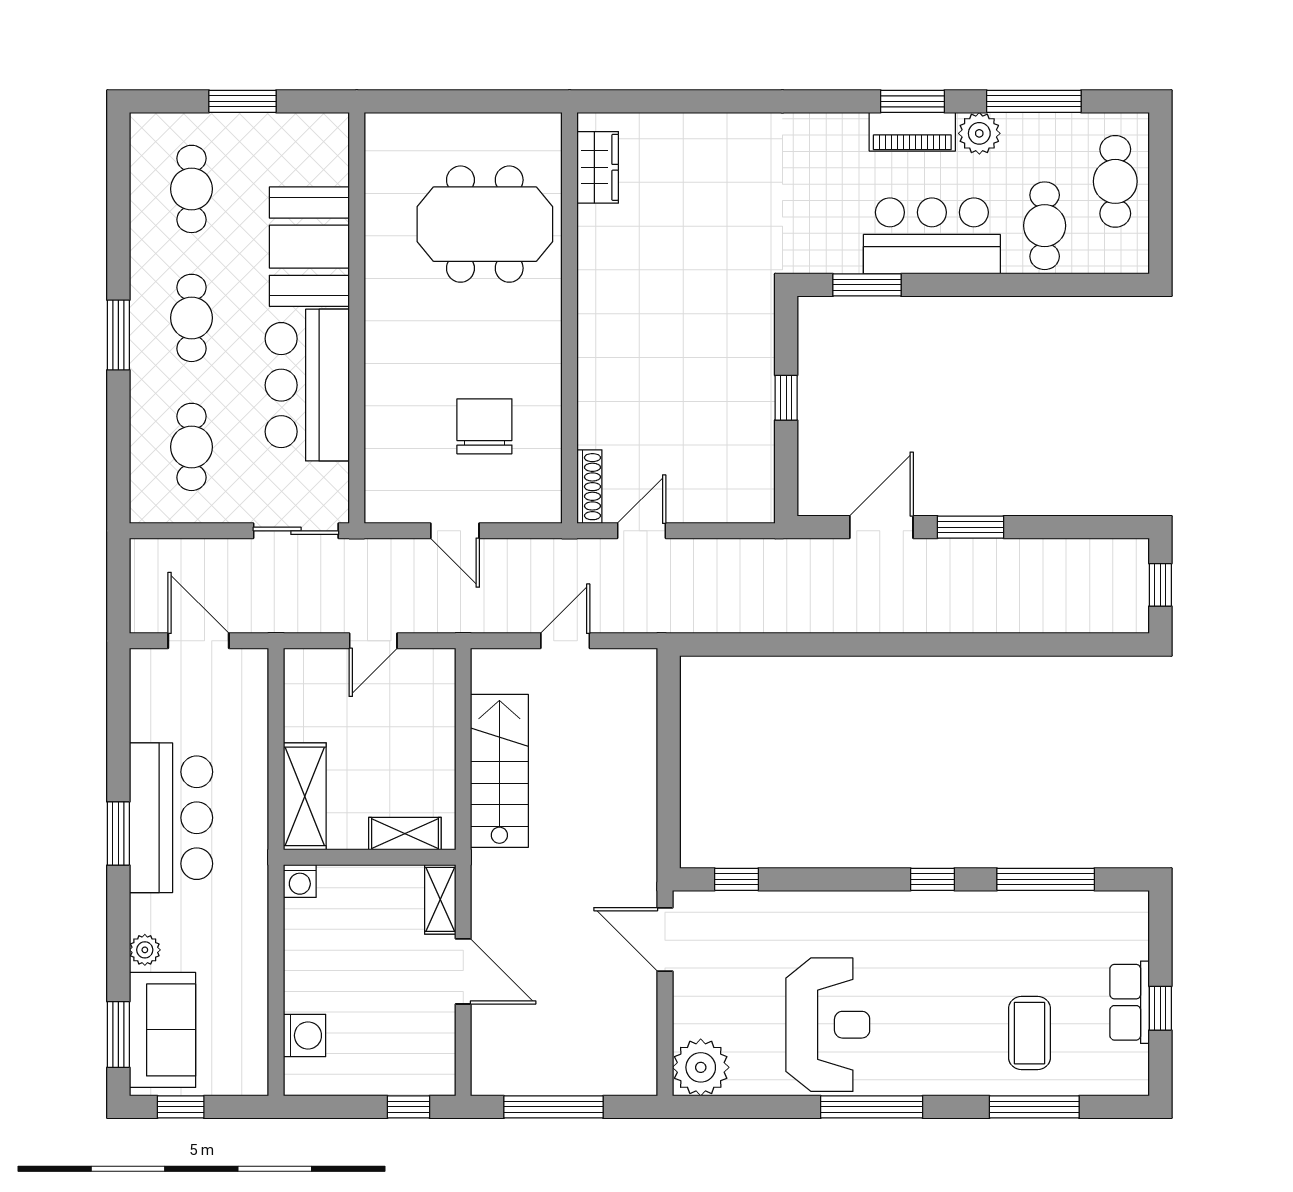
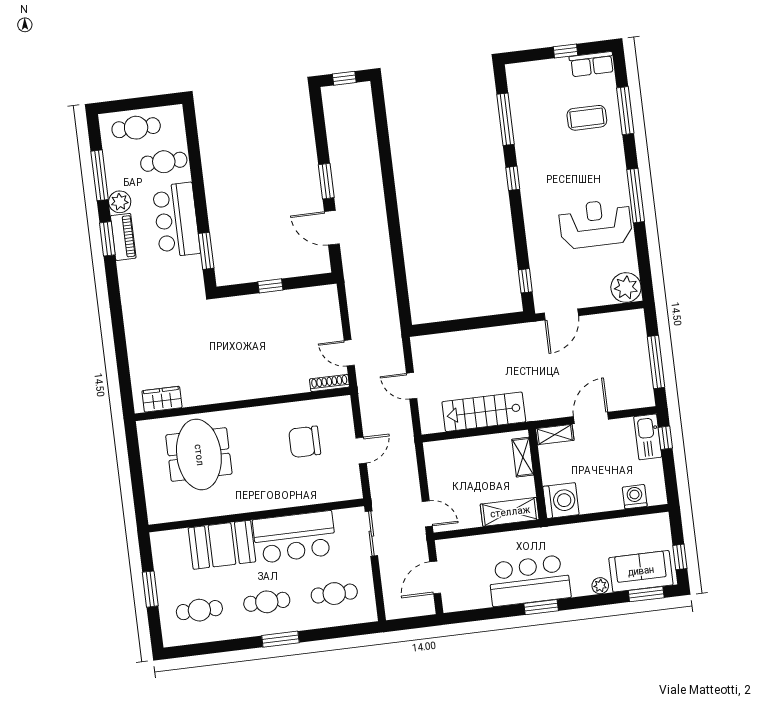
door: (373, 641) -> (427, 514), moved
washing machine: (300, 881) -> (561, 501), width x1.89, depth x1.89
row of seats: (1130, 1002) -> (592, 64), moved
kitchen sink: (414, 1074) -> (648, 437), added

